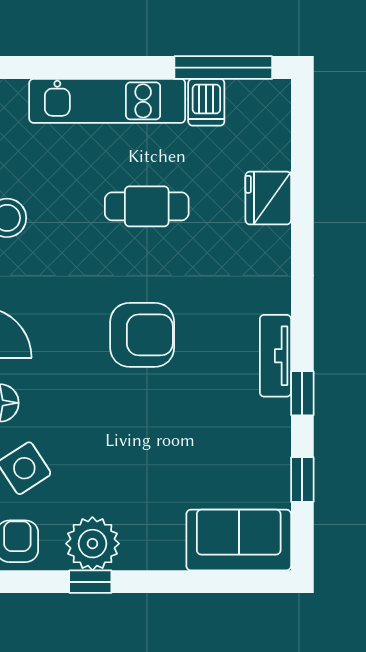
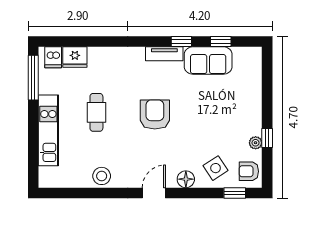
dishwasher: (206, 102) -> (53, 57), moved, turned 90
fridge: (268, 198) -> (75, 57), moved
sofa: (239, 540) -> (208, 61), moved, turned -90
plant: (92, 544) -> (256, 143), width x0.53, depth x0.53

